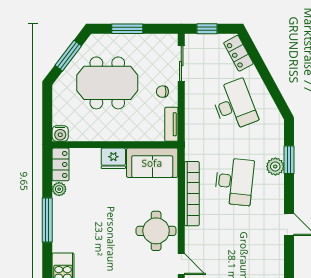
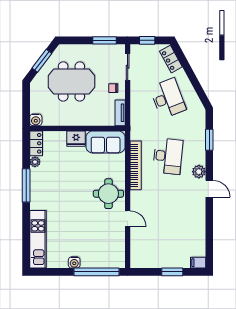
window: (127, 29) -> (105, 40), moved
plant: (275, 166) -> (199, 172), moved

